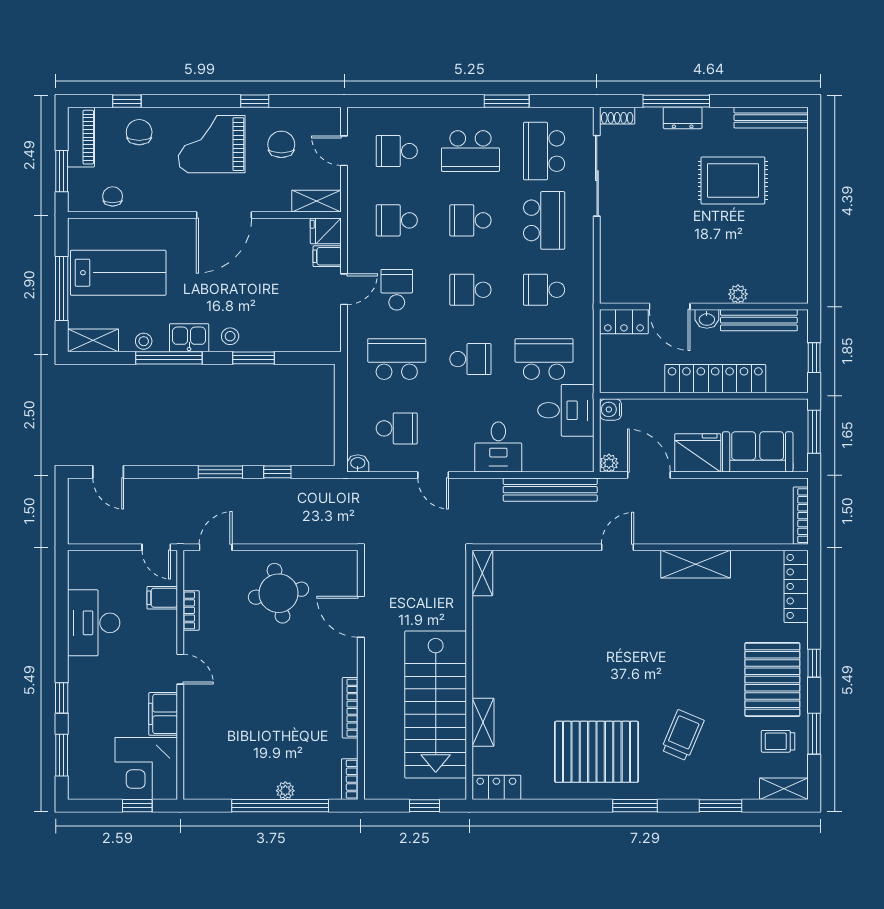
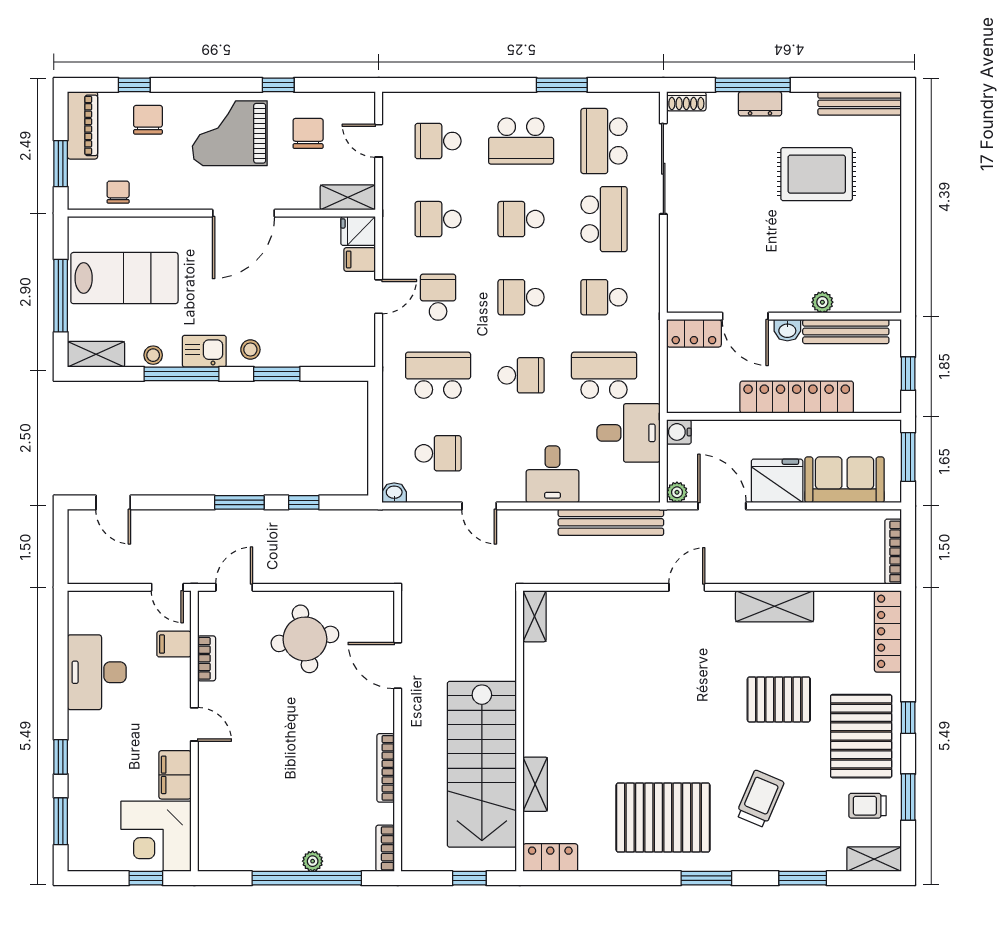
pallet: (699, 647) -> (779, 699), added

